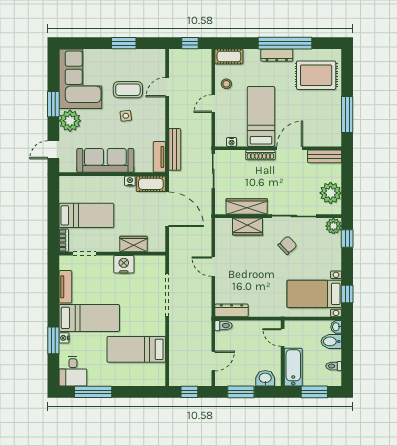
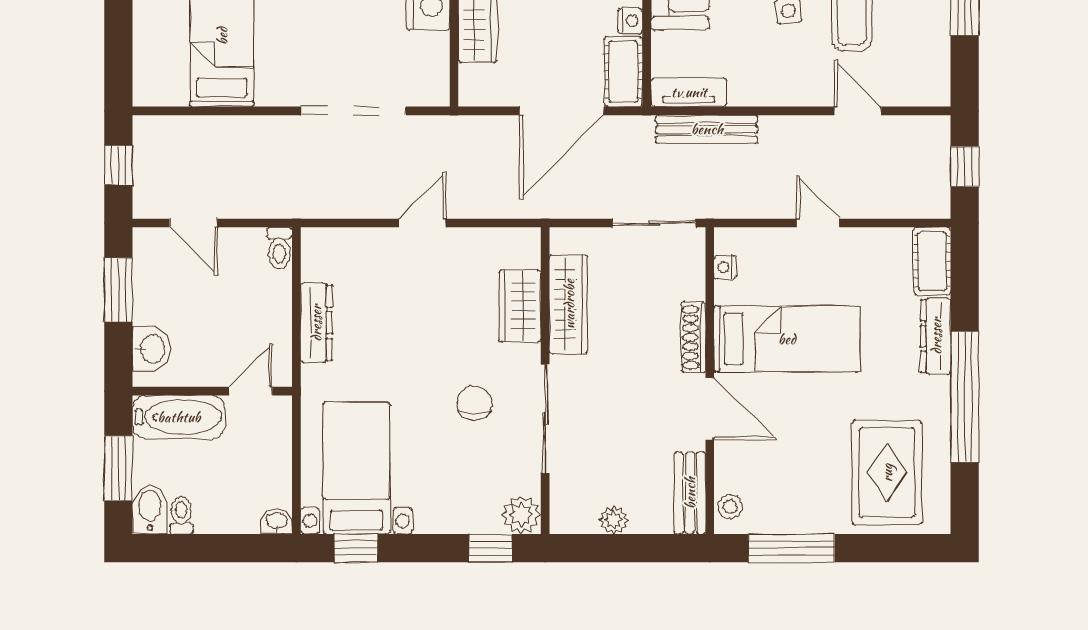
dresser: (277, 55) -> (936, 336), moved
stool: (226, 84) -> (730, 507), moved
plant: (331, 193) -> (614, 520), width x0.53, depth x0.53
chair: (287, 245) -> (474, 403), turned -137
dresser: (232, 310) -> (316, 323), moved
bidet: (331, 341) -> (150, 509), moved

